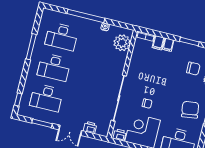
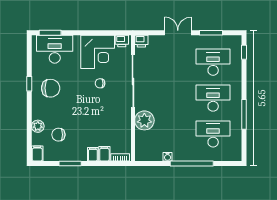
plant: (122, 43) -> (144, 120), moved
chair: (190, 110) -> (51, 88), turned -82
printer: (90, 128) -> (141, 41), moved

